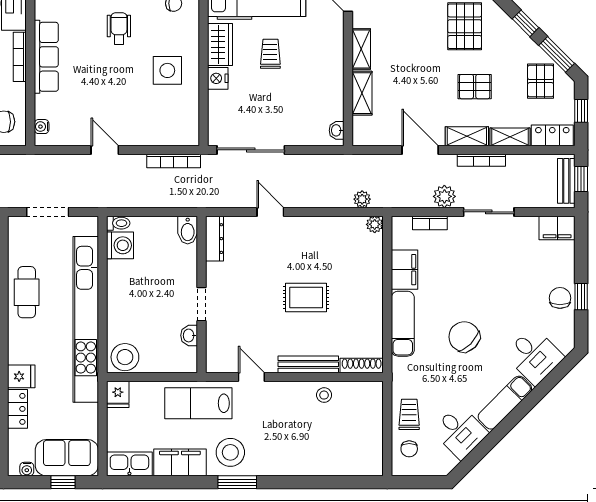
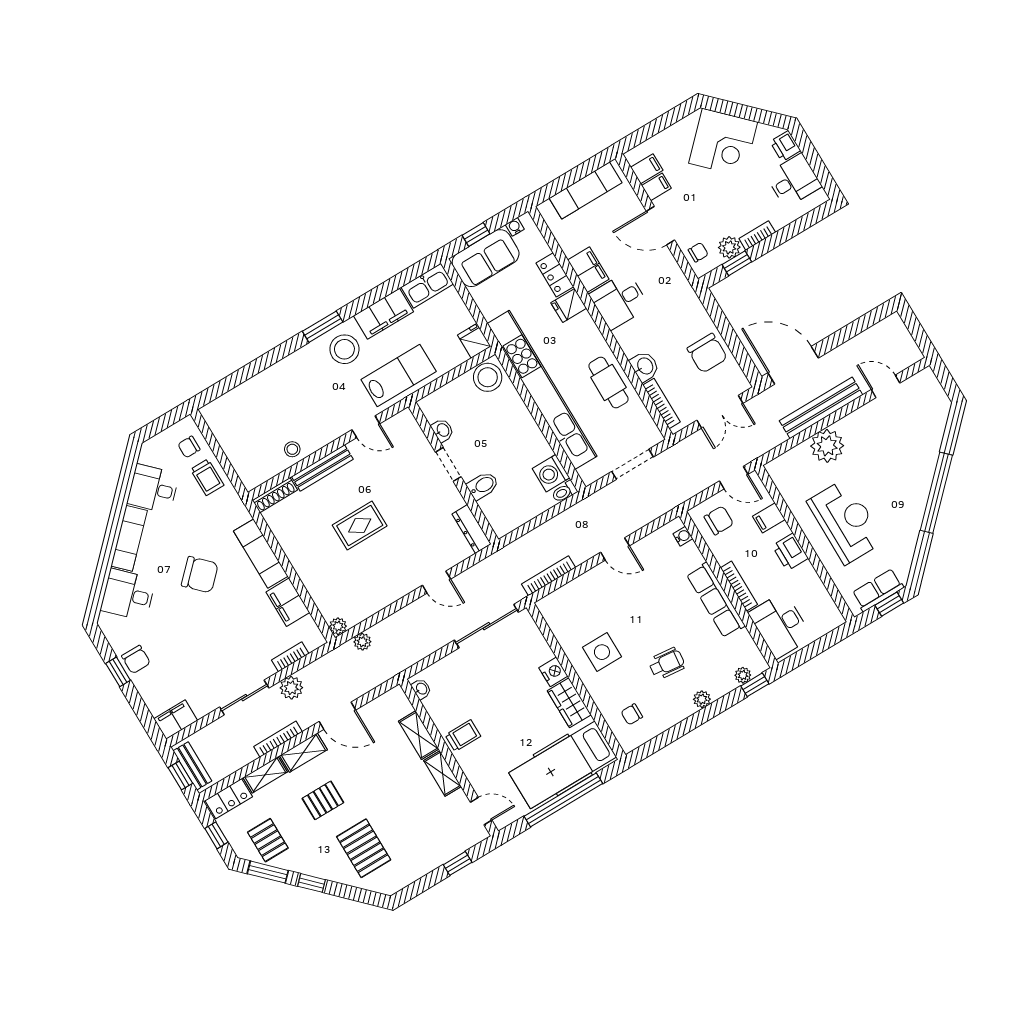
wheelchair: (119, 28) -> (667, 663), turned -84
trolley: (270, 54) -> (463, 736), moved, turned -90
bidet: (188, 230) -> (483, 486), moved, turned 90
chair: (409, 449) -> (189, 447), turned -90

